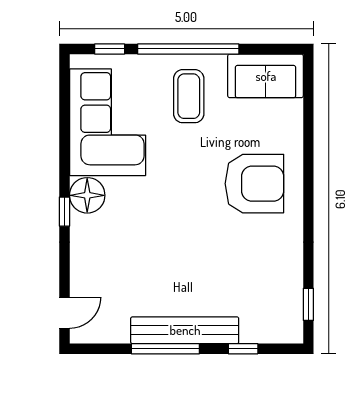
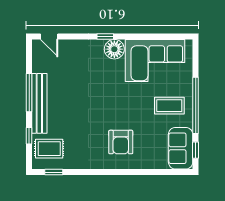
window: (110, 49) -> (196, 150), moved
armchair: (254, 184) -> (121, 142), width x0.73, depth x0.73
rug: (266, 313) -> (49, 149), added

